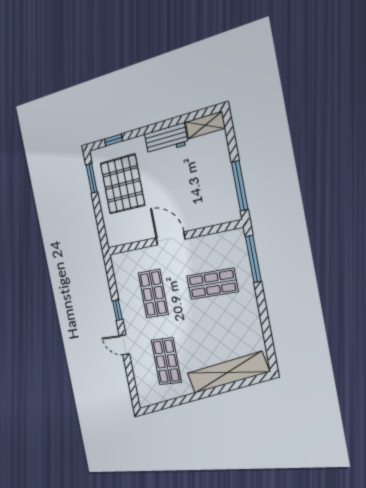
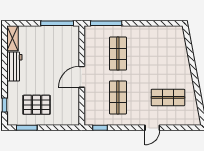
pallet: (122, 184) -> (37, 105), width x0.73, depth x0.71
shop shelf: (153, 294) -> (118, 97), turned 90
window: (117, 310) -> (100, 128), moved
shelving: (228, 373) -> (180, 55), removed

